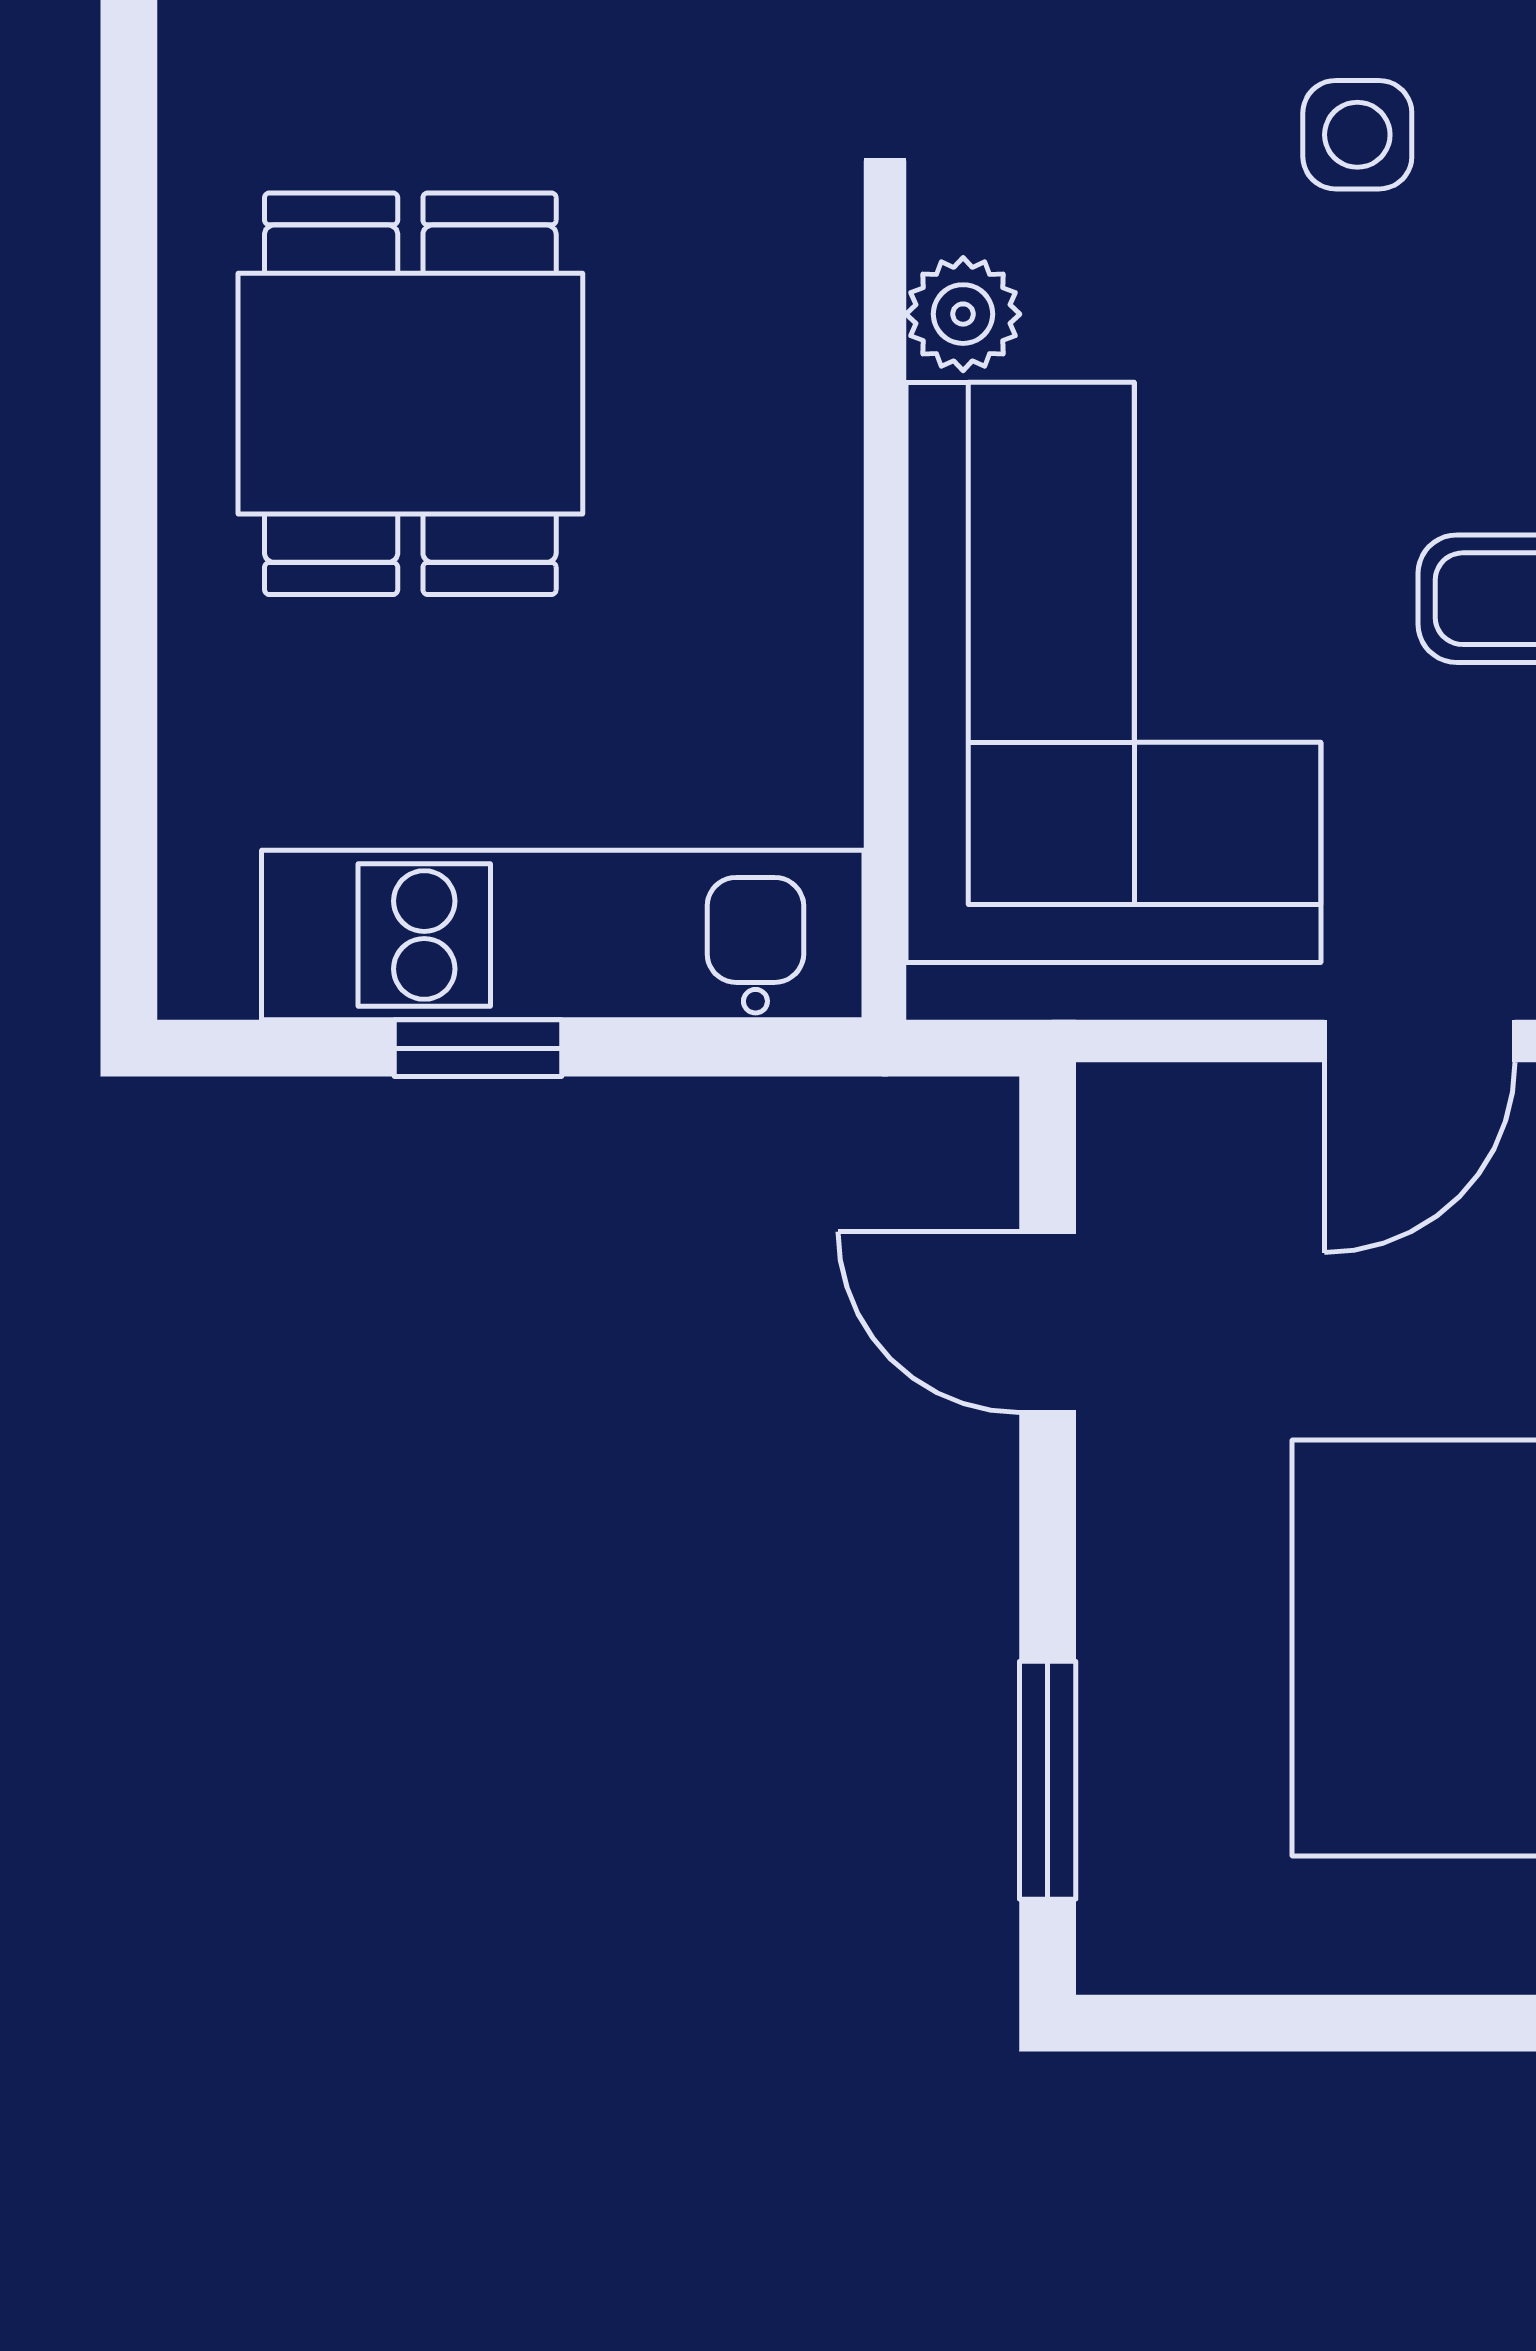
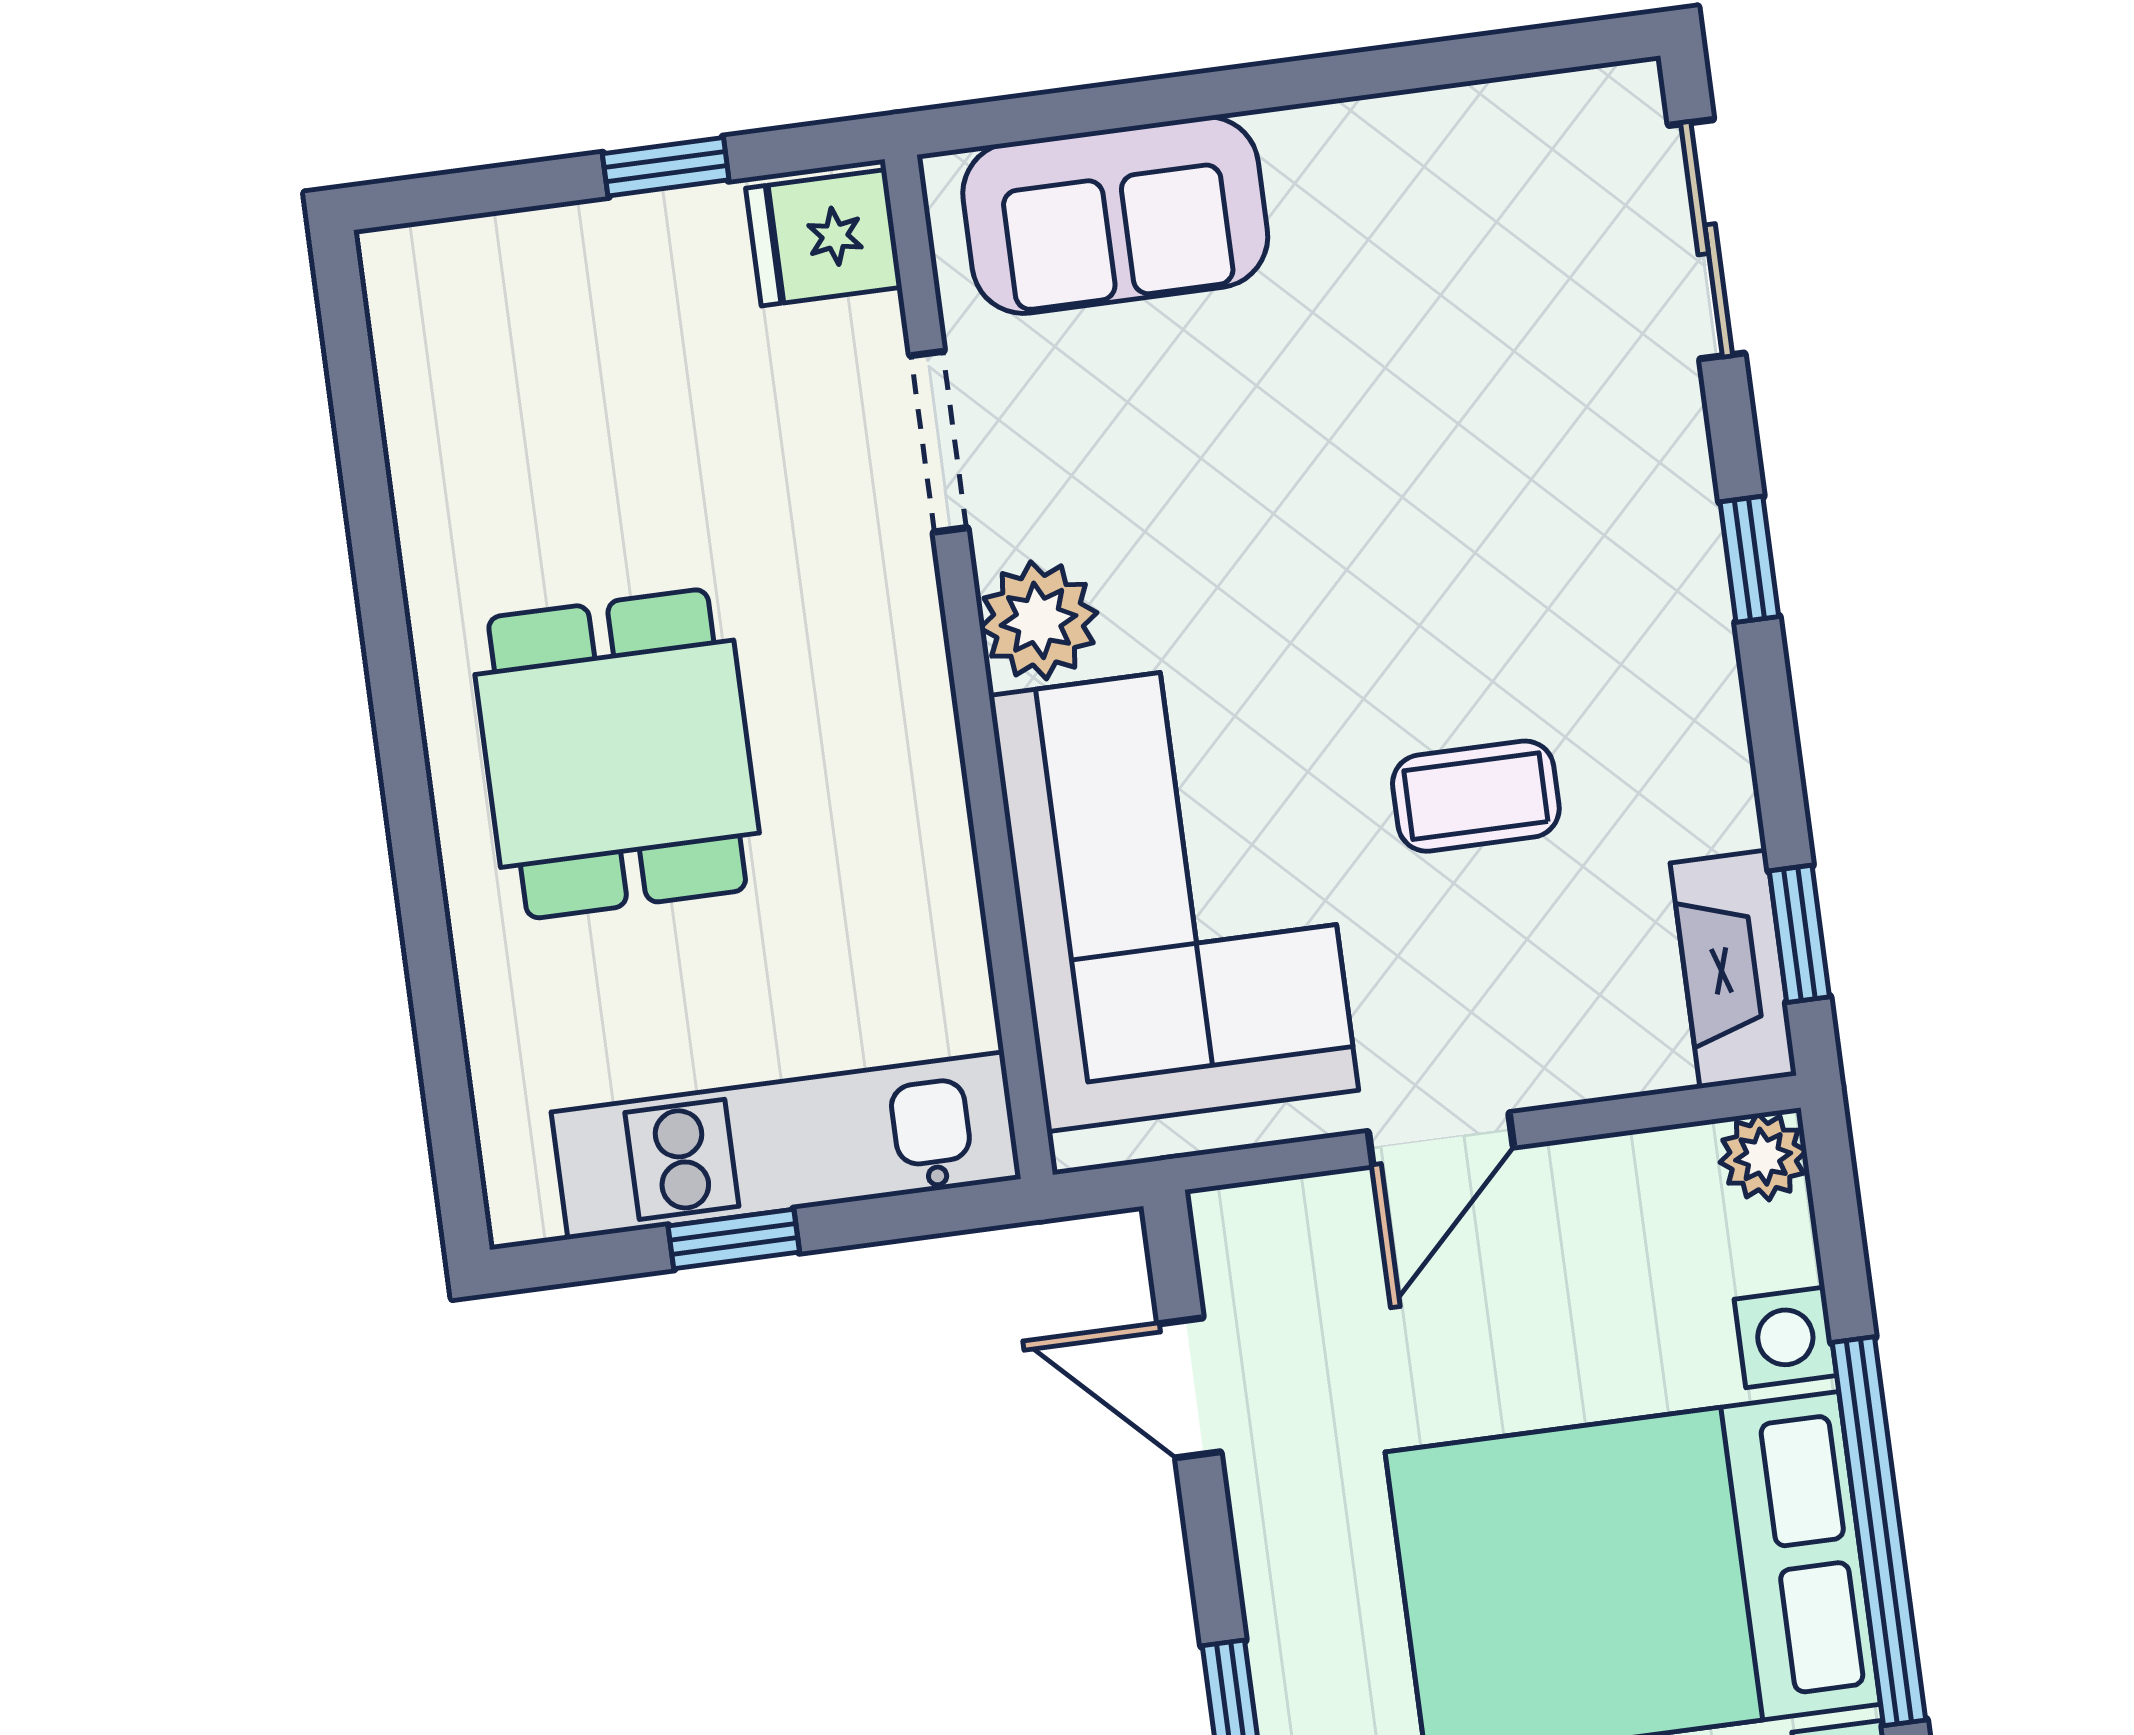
side table: (1357, 135) -> (1303, 464), removed
plant: (963, 314) -> (1039, 620), width x1.38, depth x1.38

